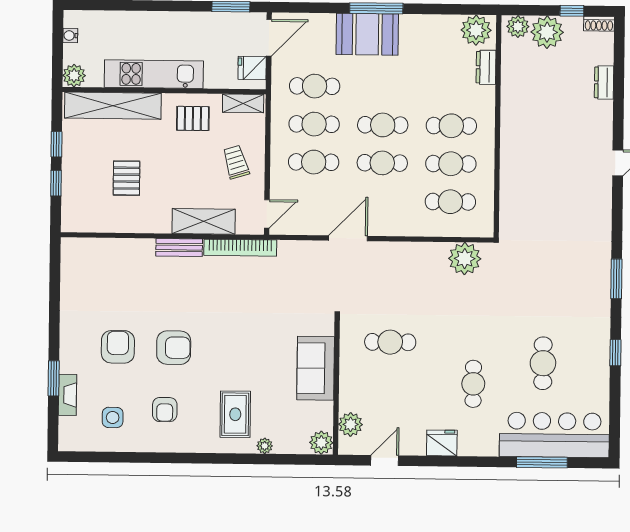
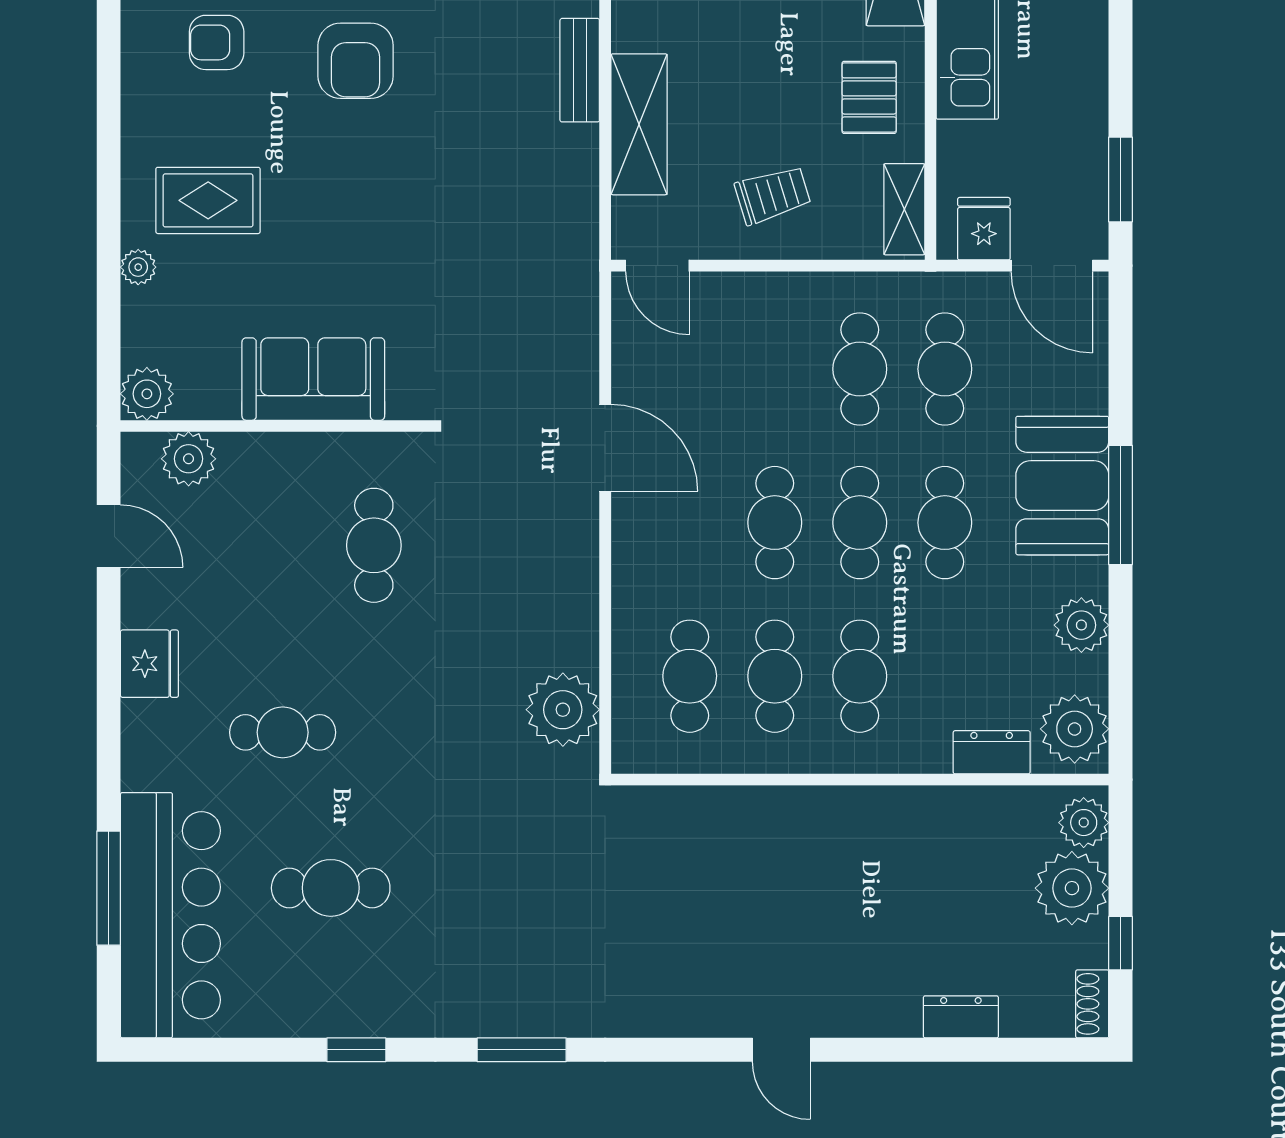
plant: (430, 27) -> (1081, 625), added
cafe table: (314, 162) -> (945, 523), moved
bookcase: (240, 248) -> (581, 207), removed

